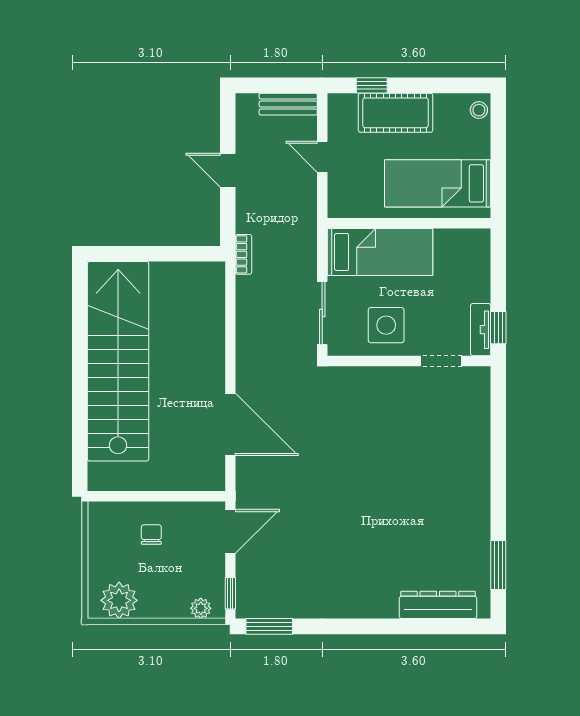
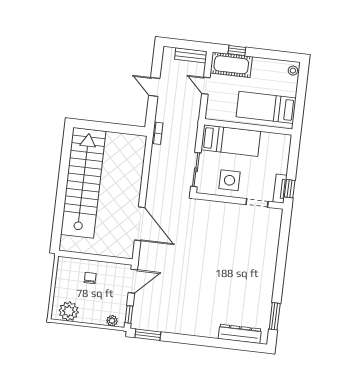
cot: (396, 113) -> (231, 65), moved

